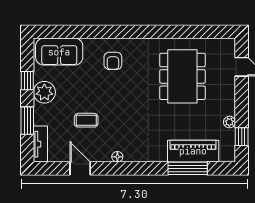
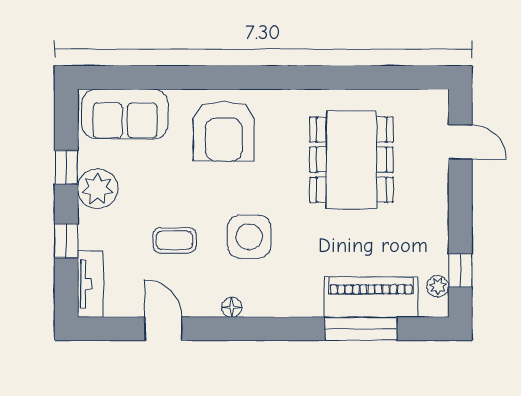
armchair: (113, 61) -> (224, 131), width x1.88, depth x1.88
side table: (127, 118) -> (249, 237), added
window: (27, 121) -> (66, 241), width x0.67
plant: (229, 122) -> (438, 286), moved

